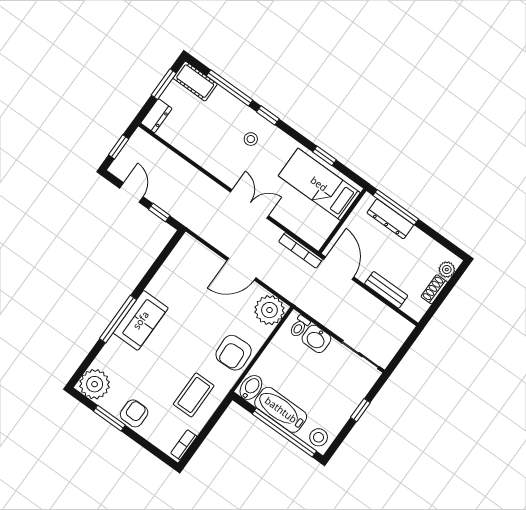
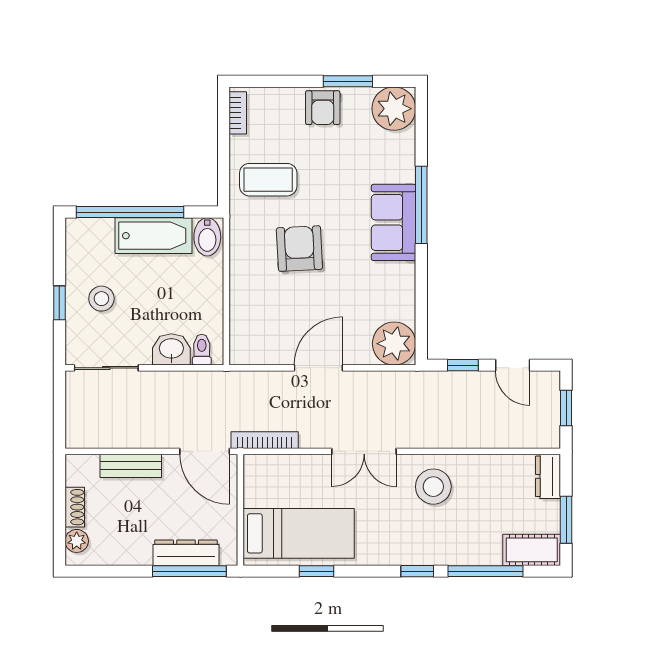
stool: (251, 139) -> (433, 487), moved, width x1.89, depth x1.89
plant: (269, 310) -> (394, 344), moved
armchair: (234, 353) -> (299, 249), moved
coffee table: (194, 395) -> (268, 180), turned 90
stool: (319, 437) -> (101, 299), moved

